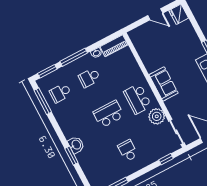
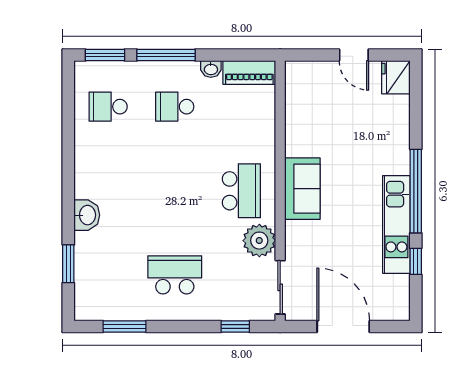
school desk: (138, 99) -> (241, 191), turned 180
window: (43, 101) -> (68, 105), removed
school desk: (109, 114) -> (175, 191), removed
school desk: (128, 151) -> (175, 275), width x1.85
window: (71, 156) -> (68, 264), moved

